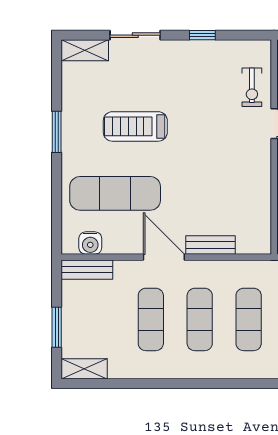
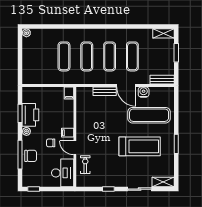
treadmill: (135, 126) -> (140, 146), width x1.37, depth x1.38
water cooler: (90, 243) -> (144, 92), moved

